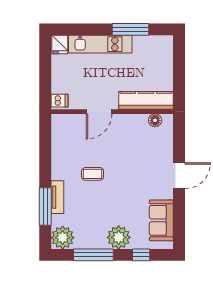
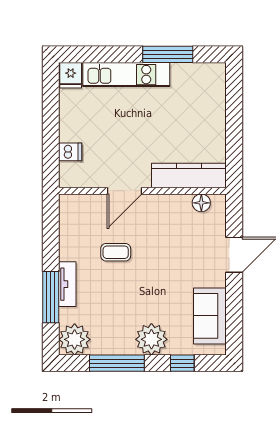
kitchen counter: (146, 100) -> (189, 175), moved
door: (99, 112) -> (125, 191), moved
wall: (112, 112) -> (142, 191), moved
floor lamp: (155, 120) -> (201, 203), moved

